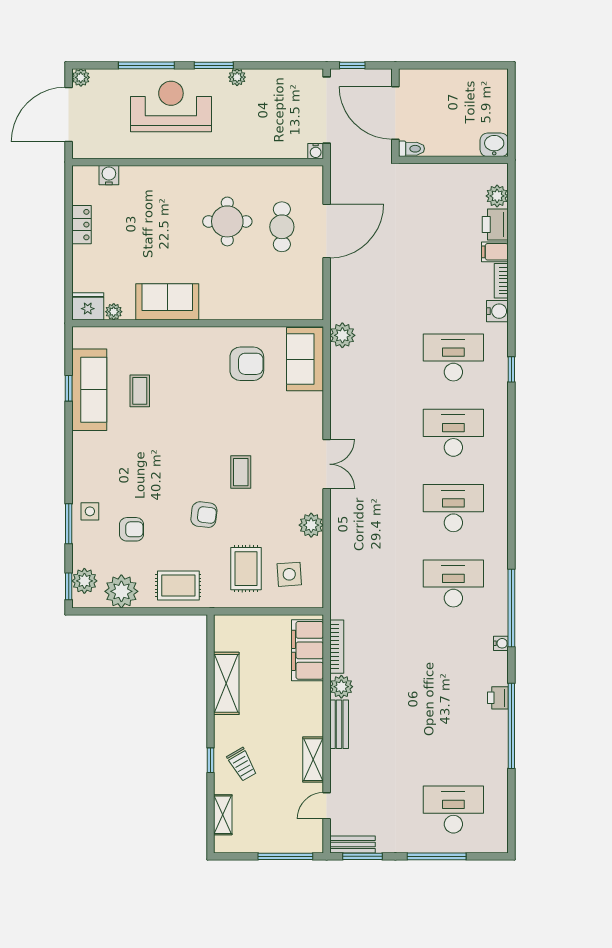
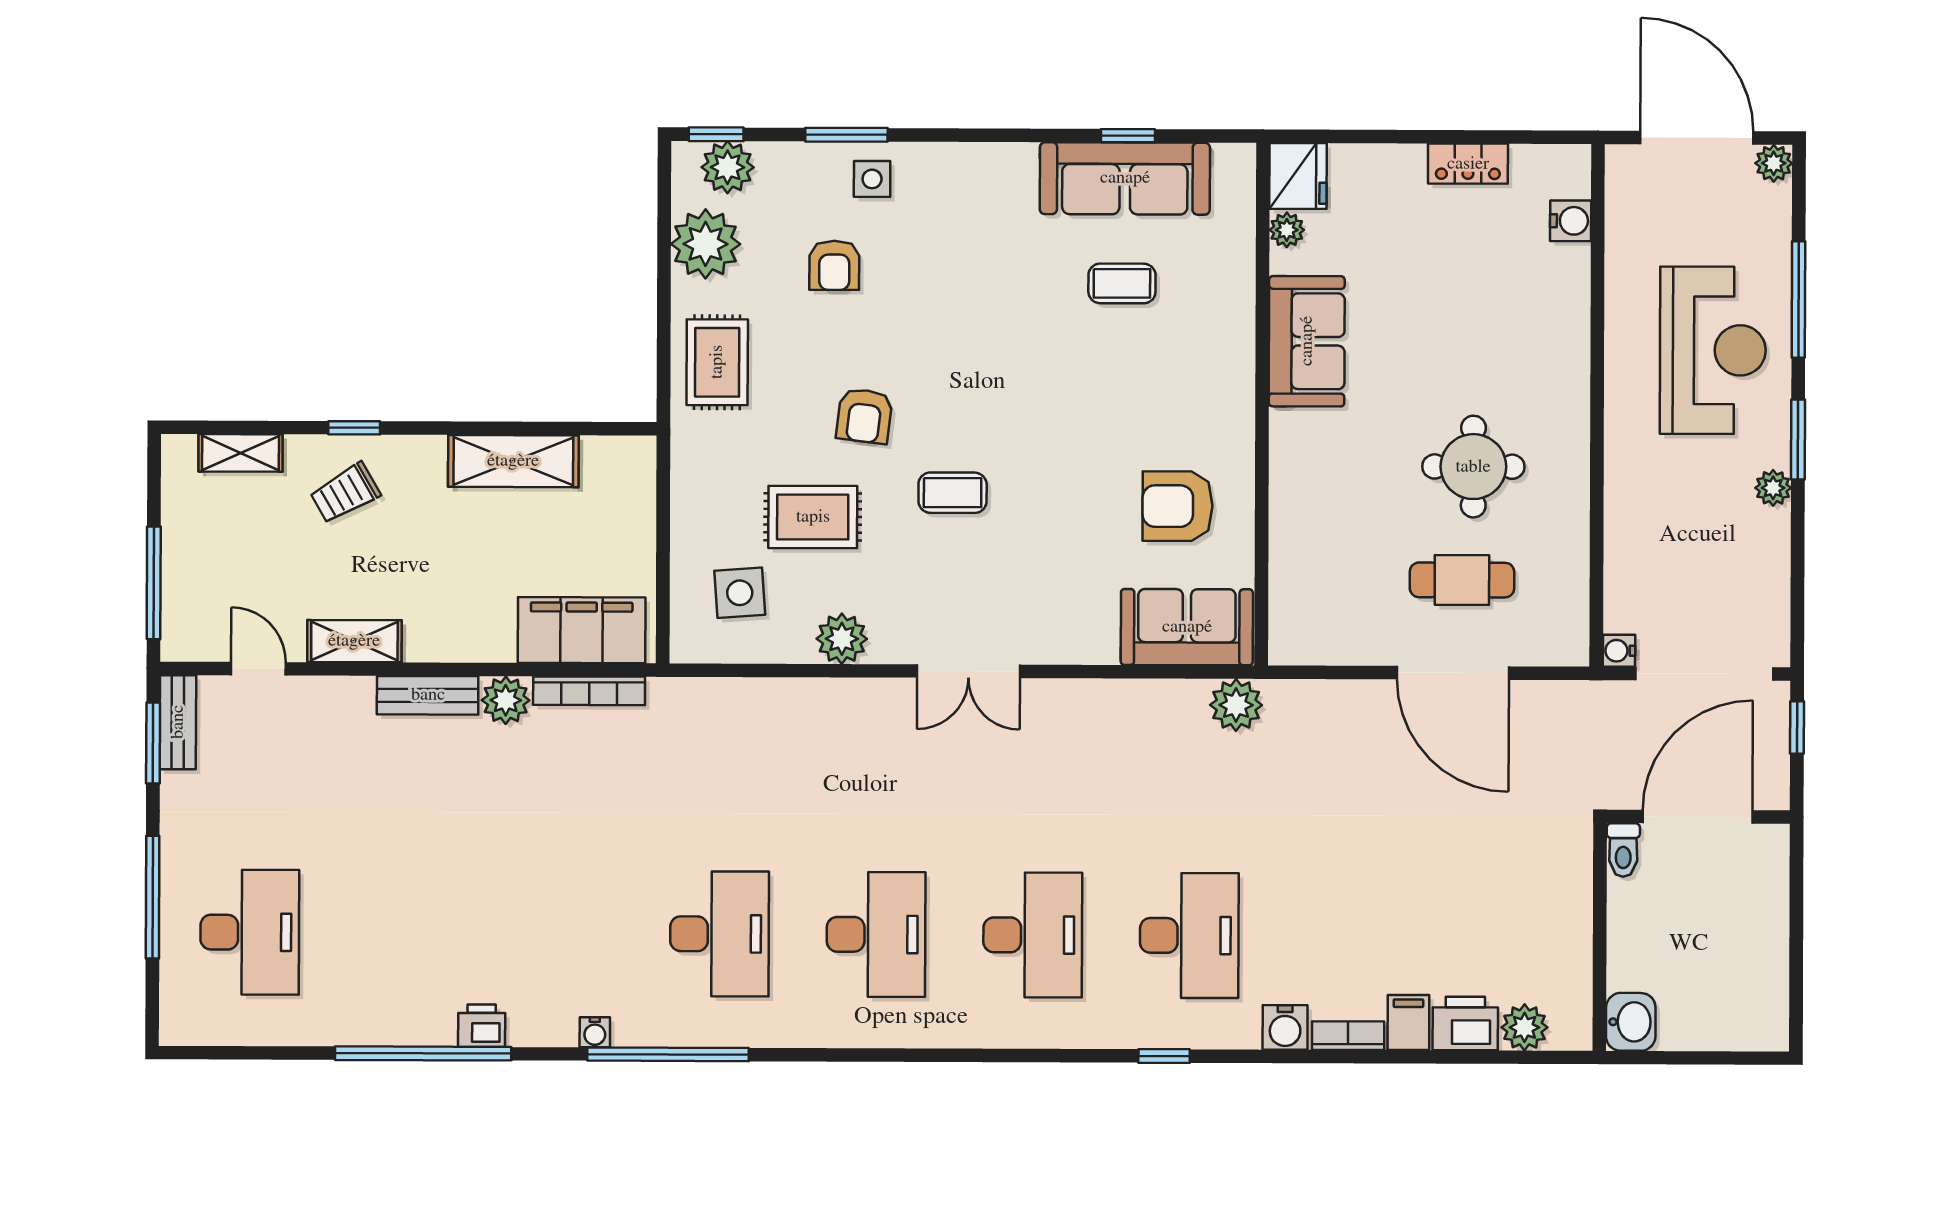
armchair: (247, 364) -> (1178, 506), turned 90
rug: (246, 569) -> (813, 517), moved

